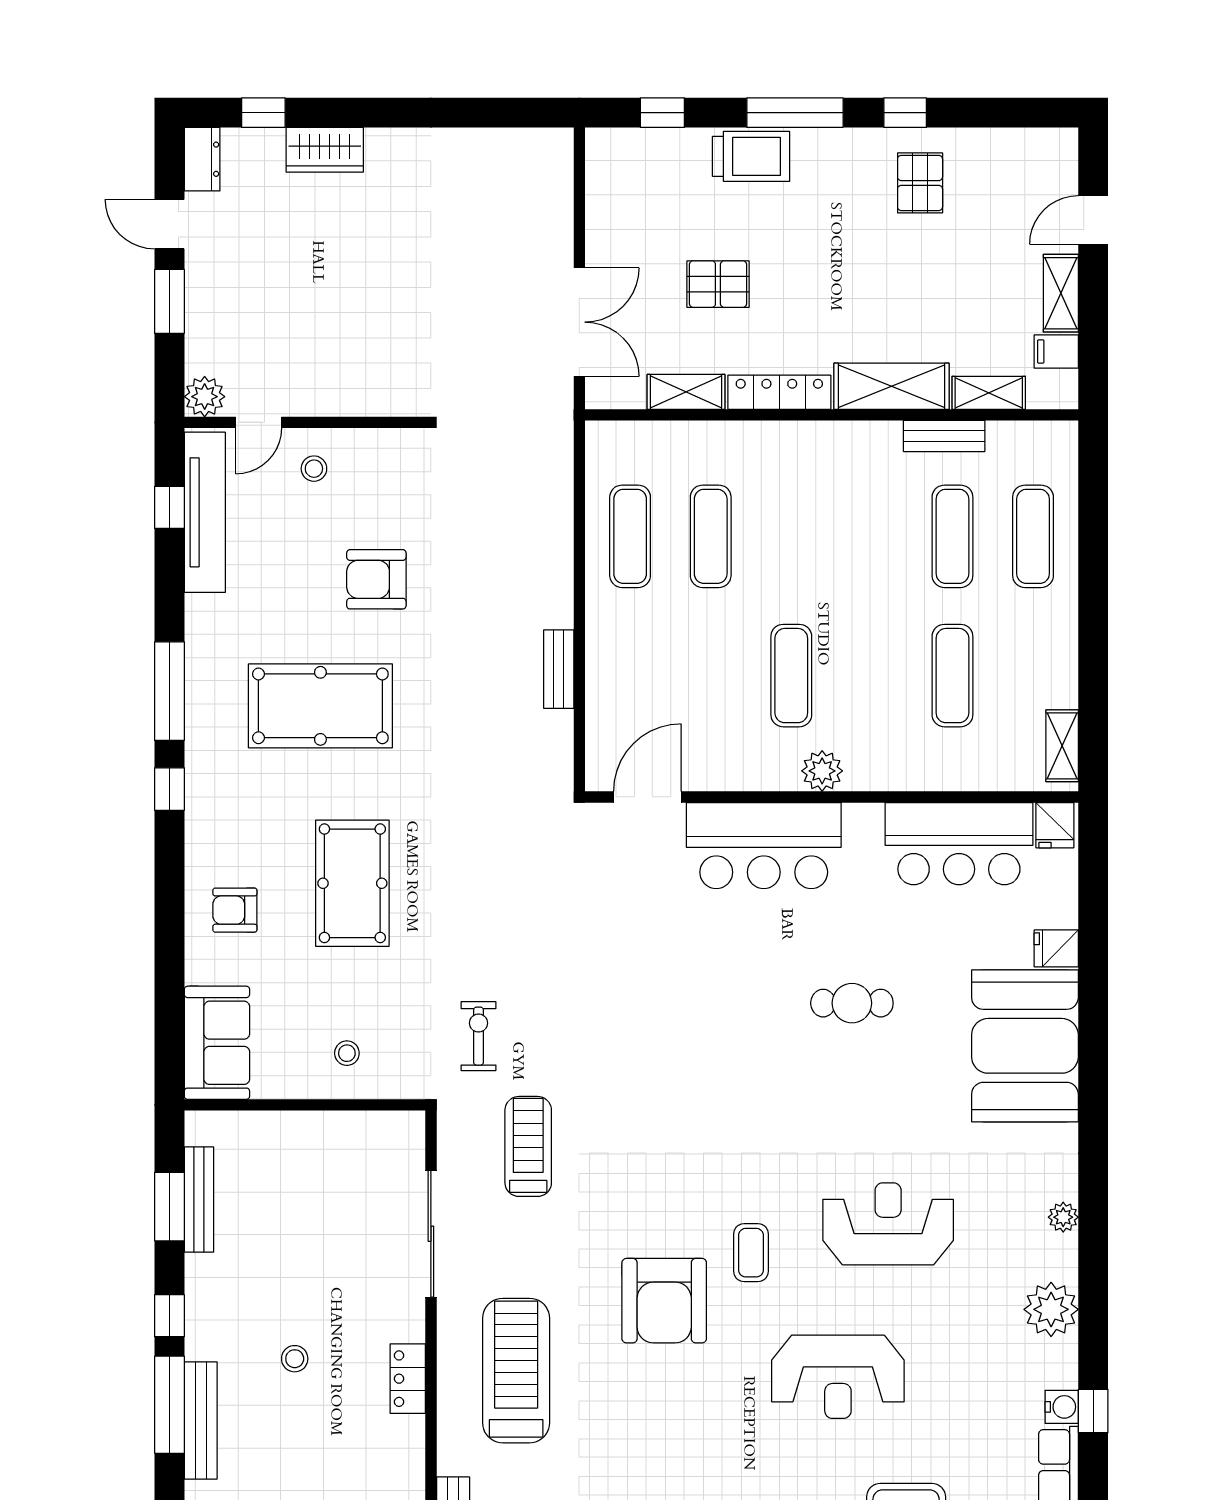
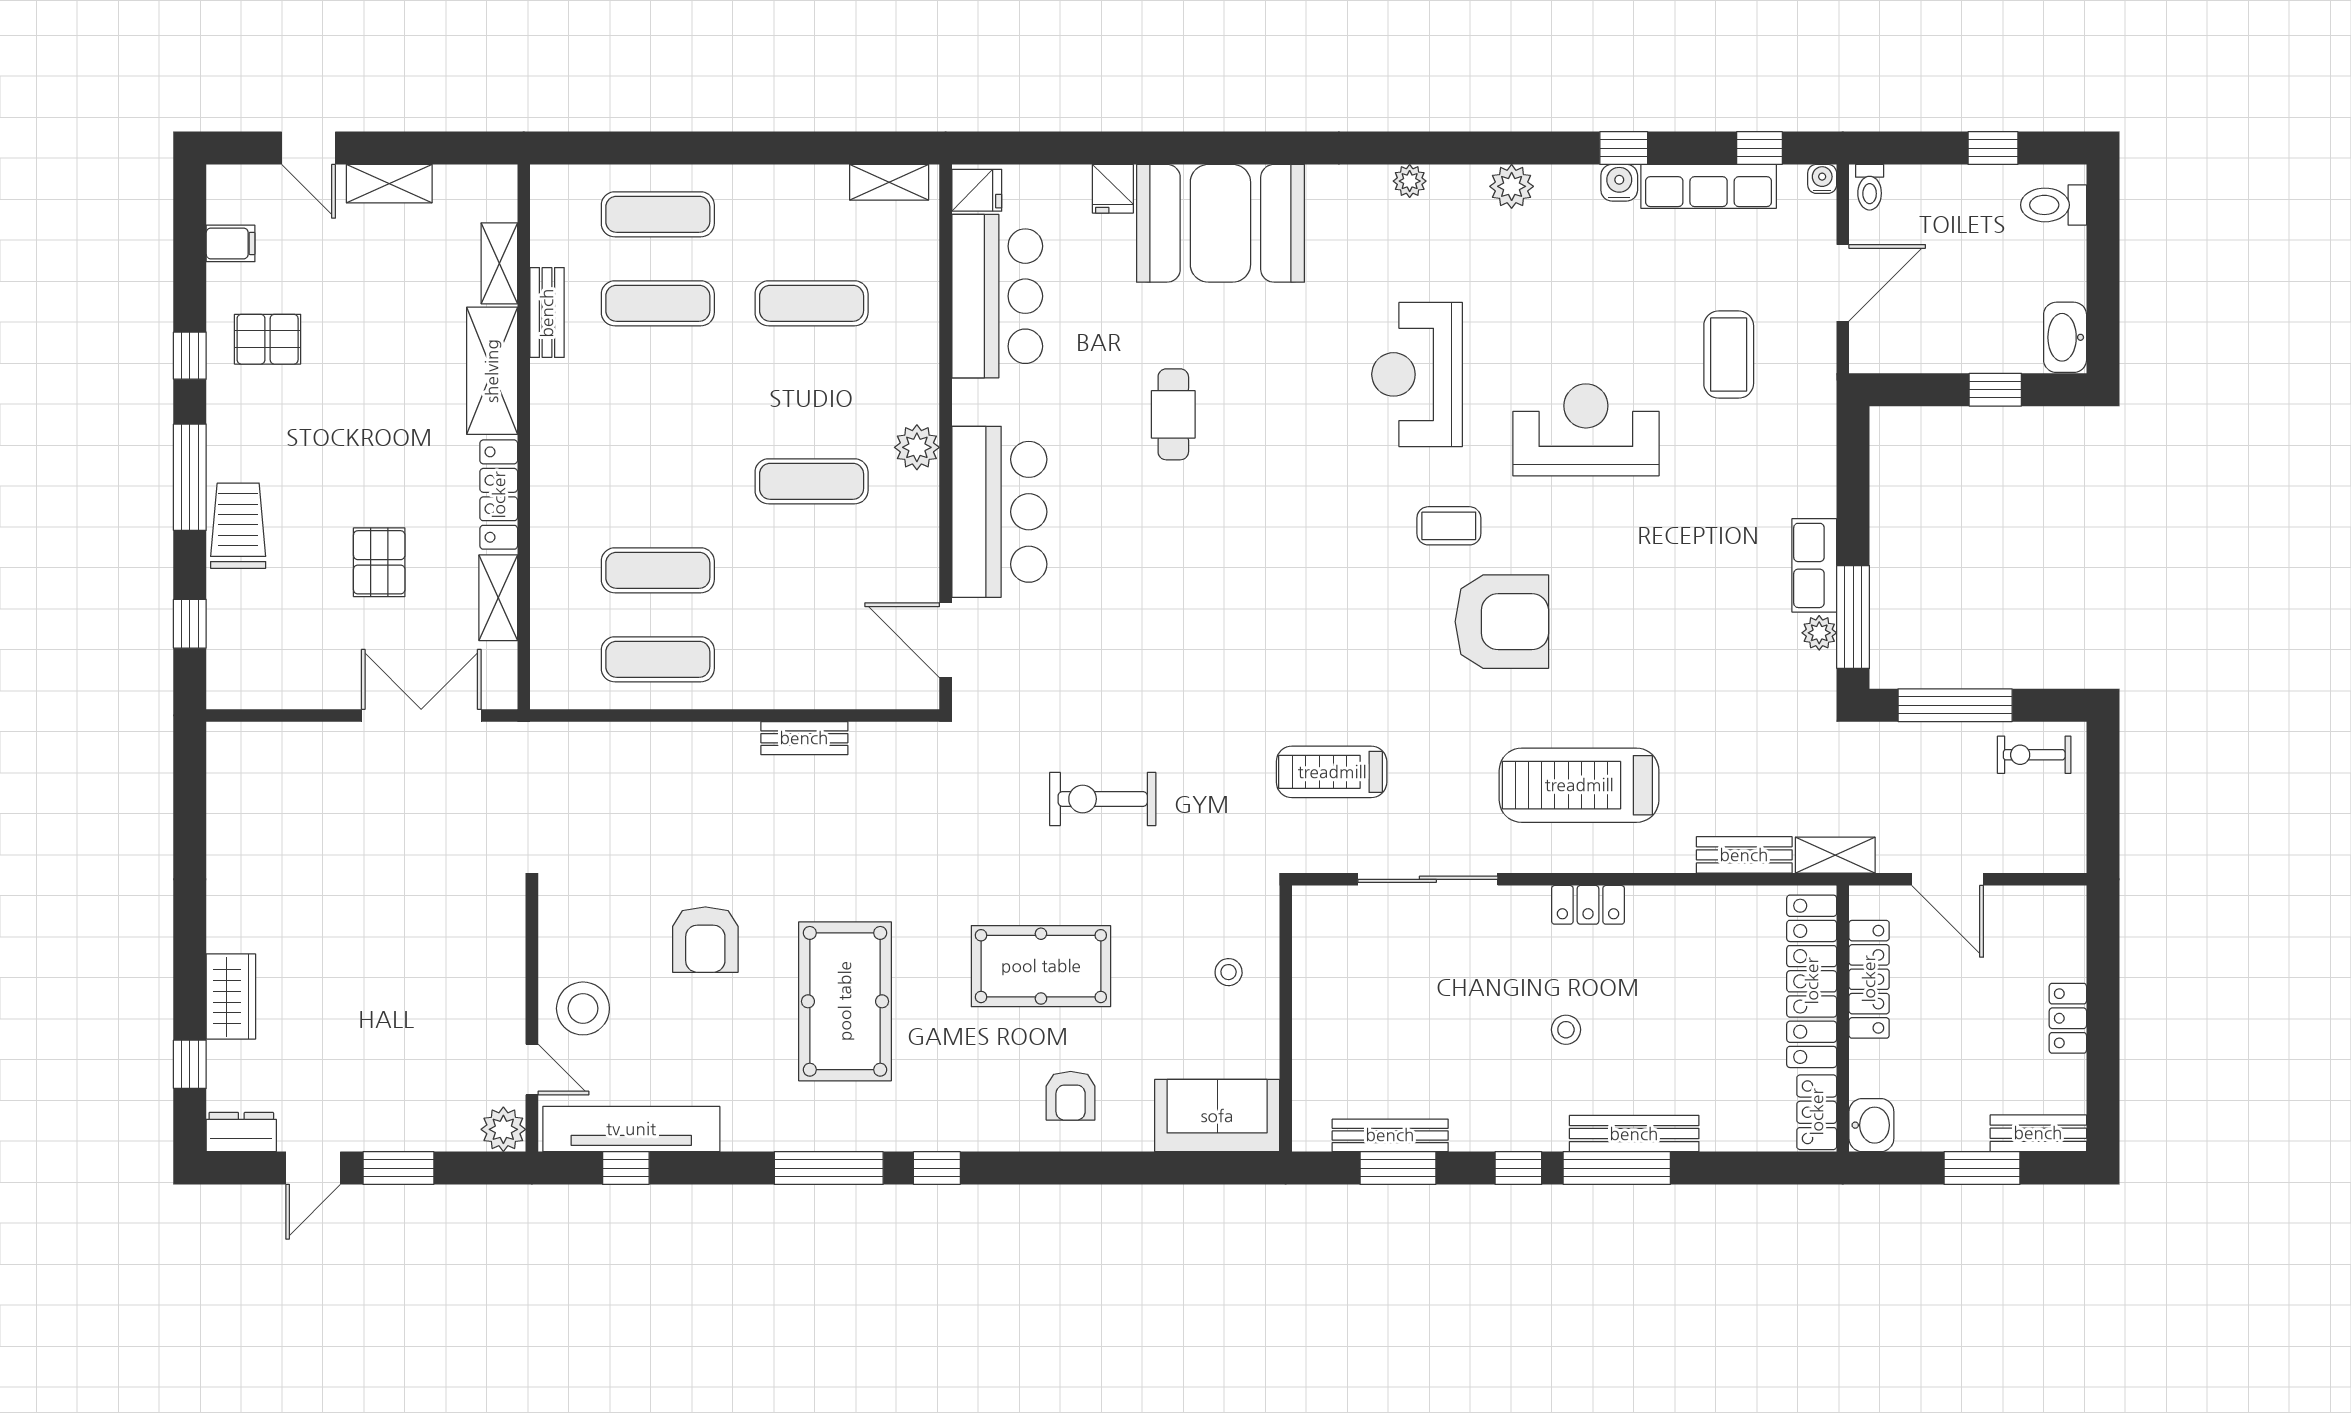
filing cabinet: (1056, 352) -> (231, 243), moved, turned -90
stool: (314, 469) -> (583, 1008), width x1.89, depth x1.89
exercise bike: (478, 1036) -> (1103, 799), moved, width x1.38, depth x1.39
plant: (1051, 1309) -> (1512, 186), width x0.73, depth x0.73
reception desk: (838, 1377) -> (1586, 430), turned -90

